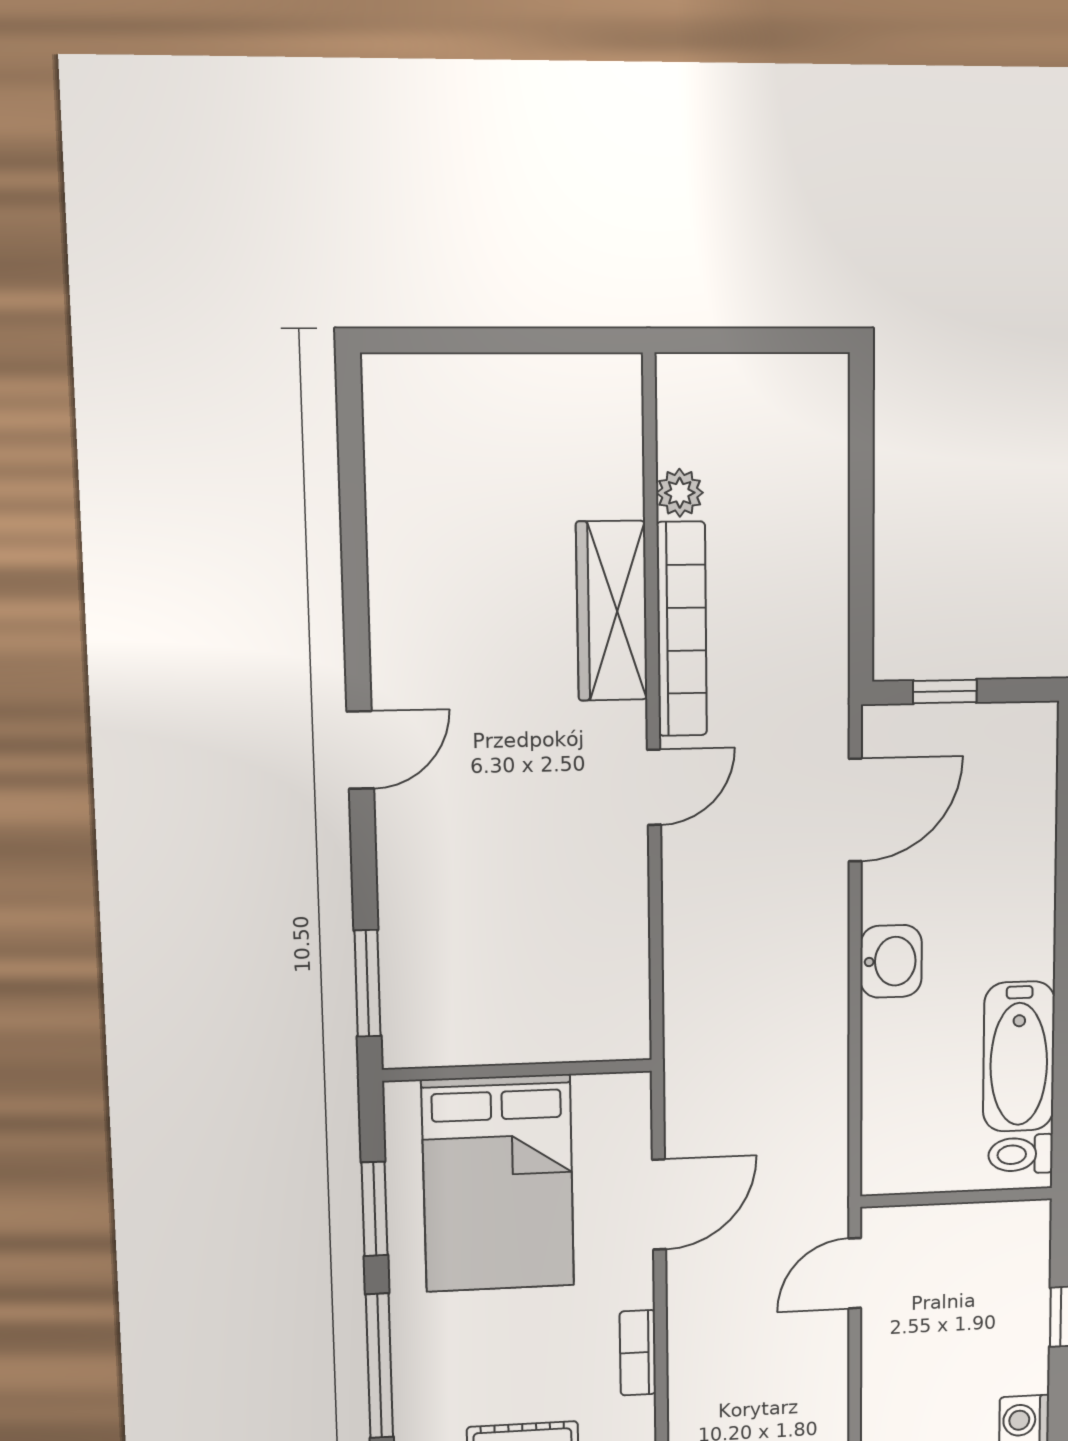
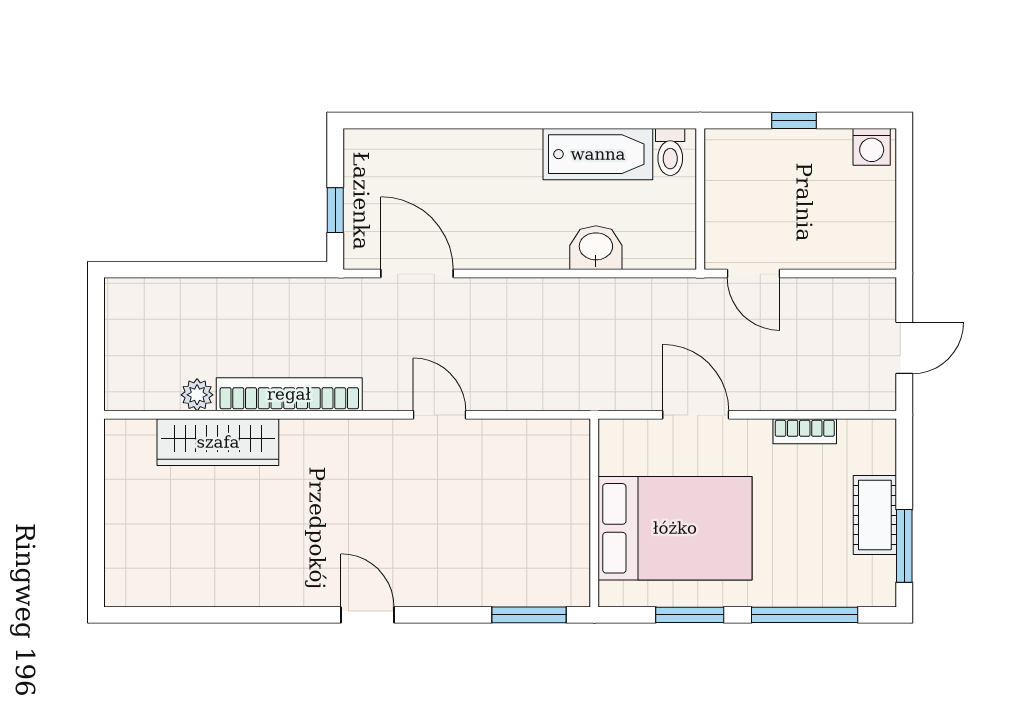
wardrobe: (612, 611) -> (218, 442), moved
door: (654, 787) -> (440, 415), moved
washbasin: (891, 961) -> (596, 248), moved

